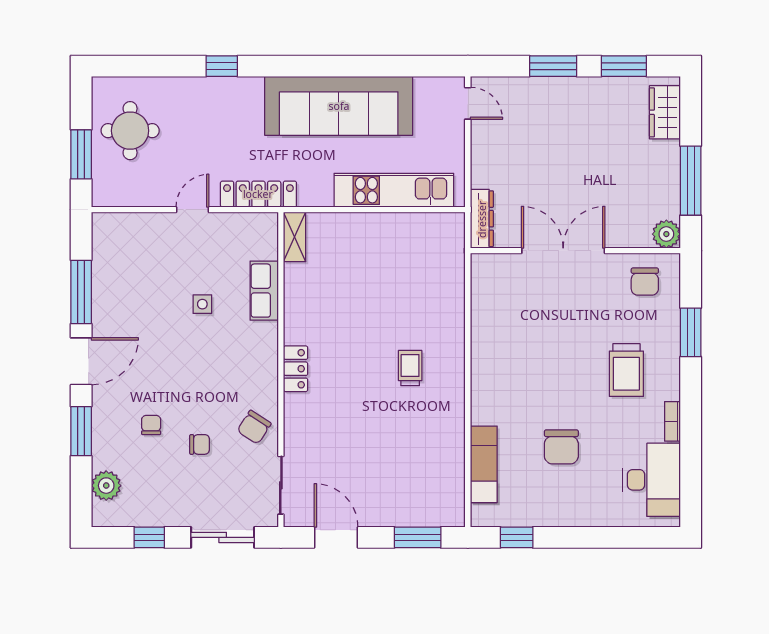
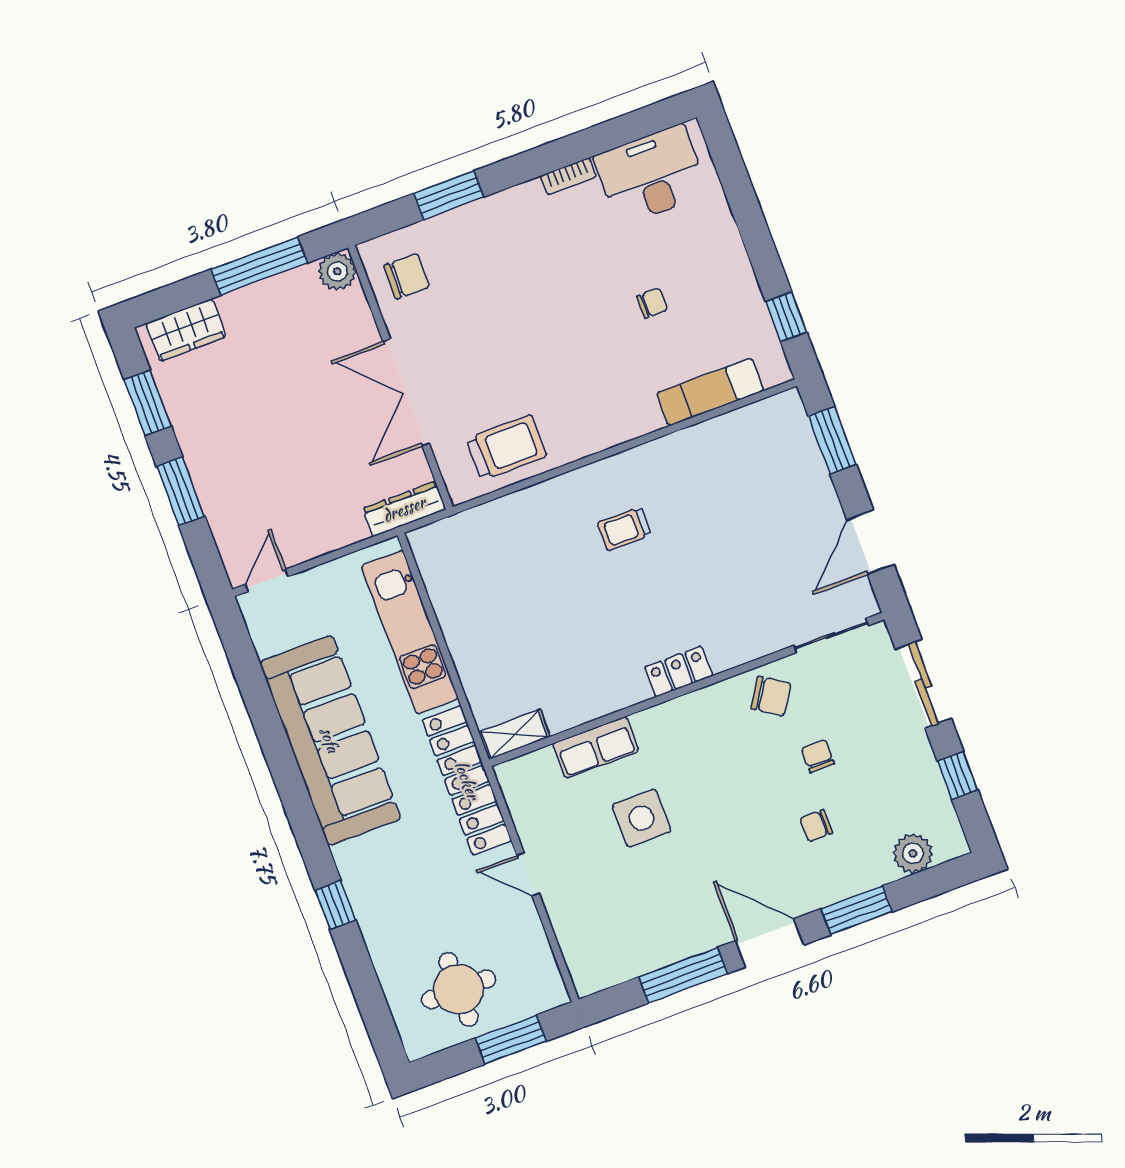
locker: (258, 194) -> (467, 780), width x1.41, depth x1.21
side table: (202, 304) -> (641, 818), width x1.87, depth x1.87
trolley: (626, 370) -> (507, 447), moved
chair: (561, 447) -> (652, 303), width x0.54, depth x0.54

